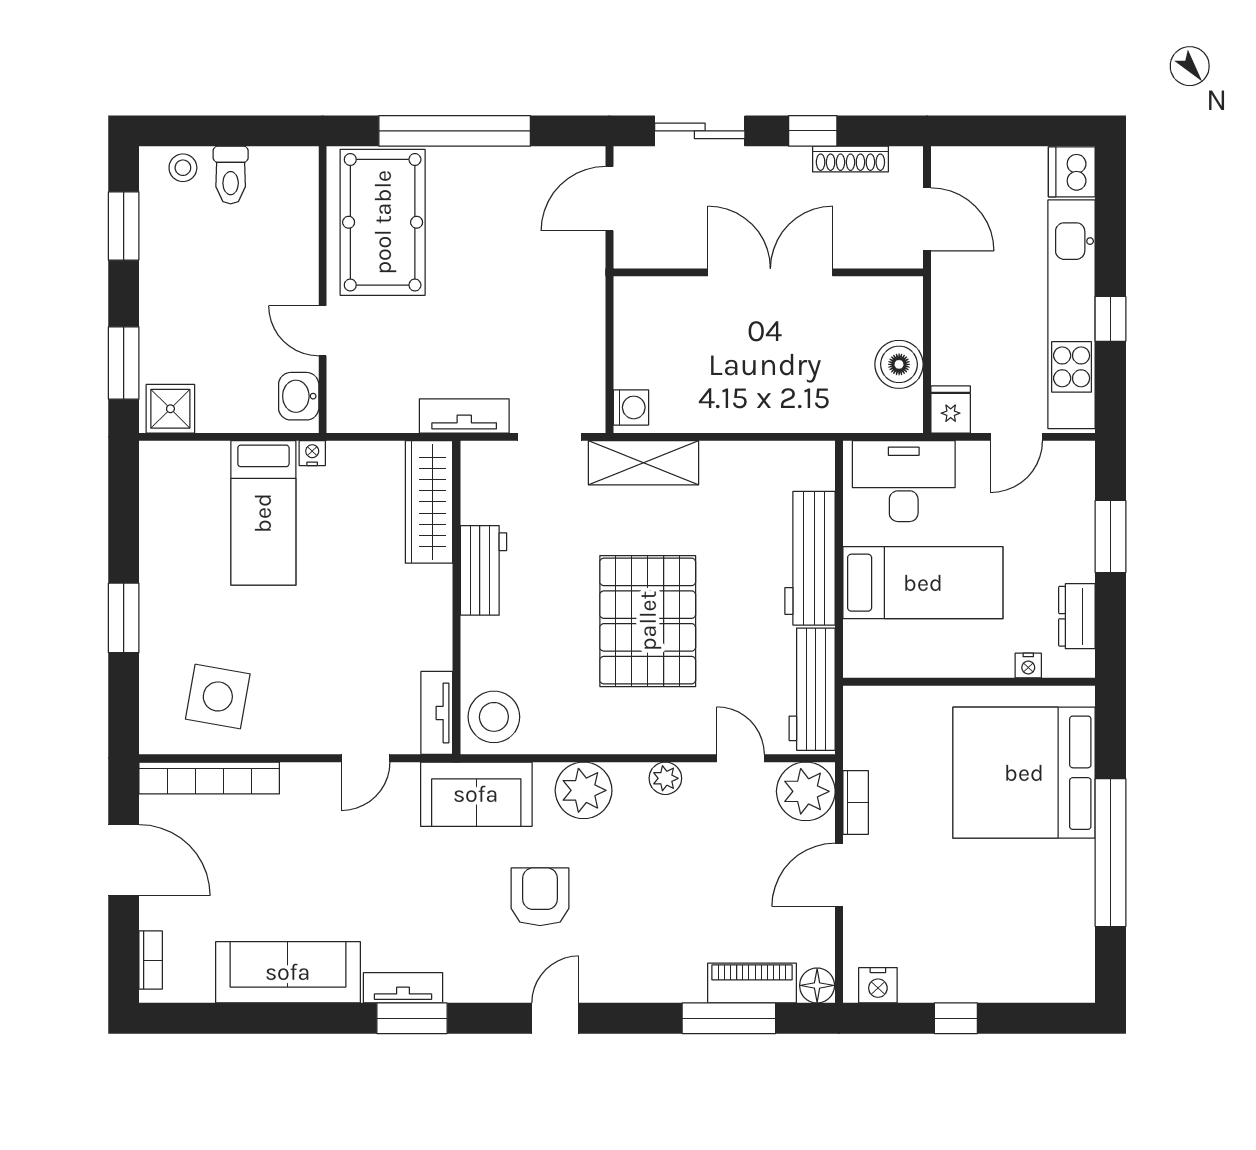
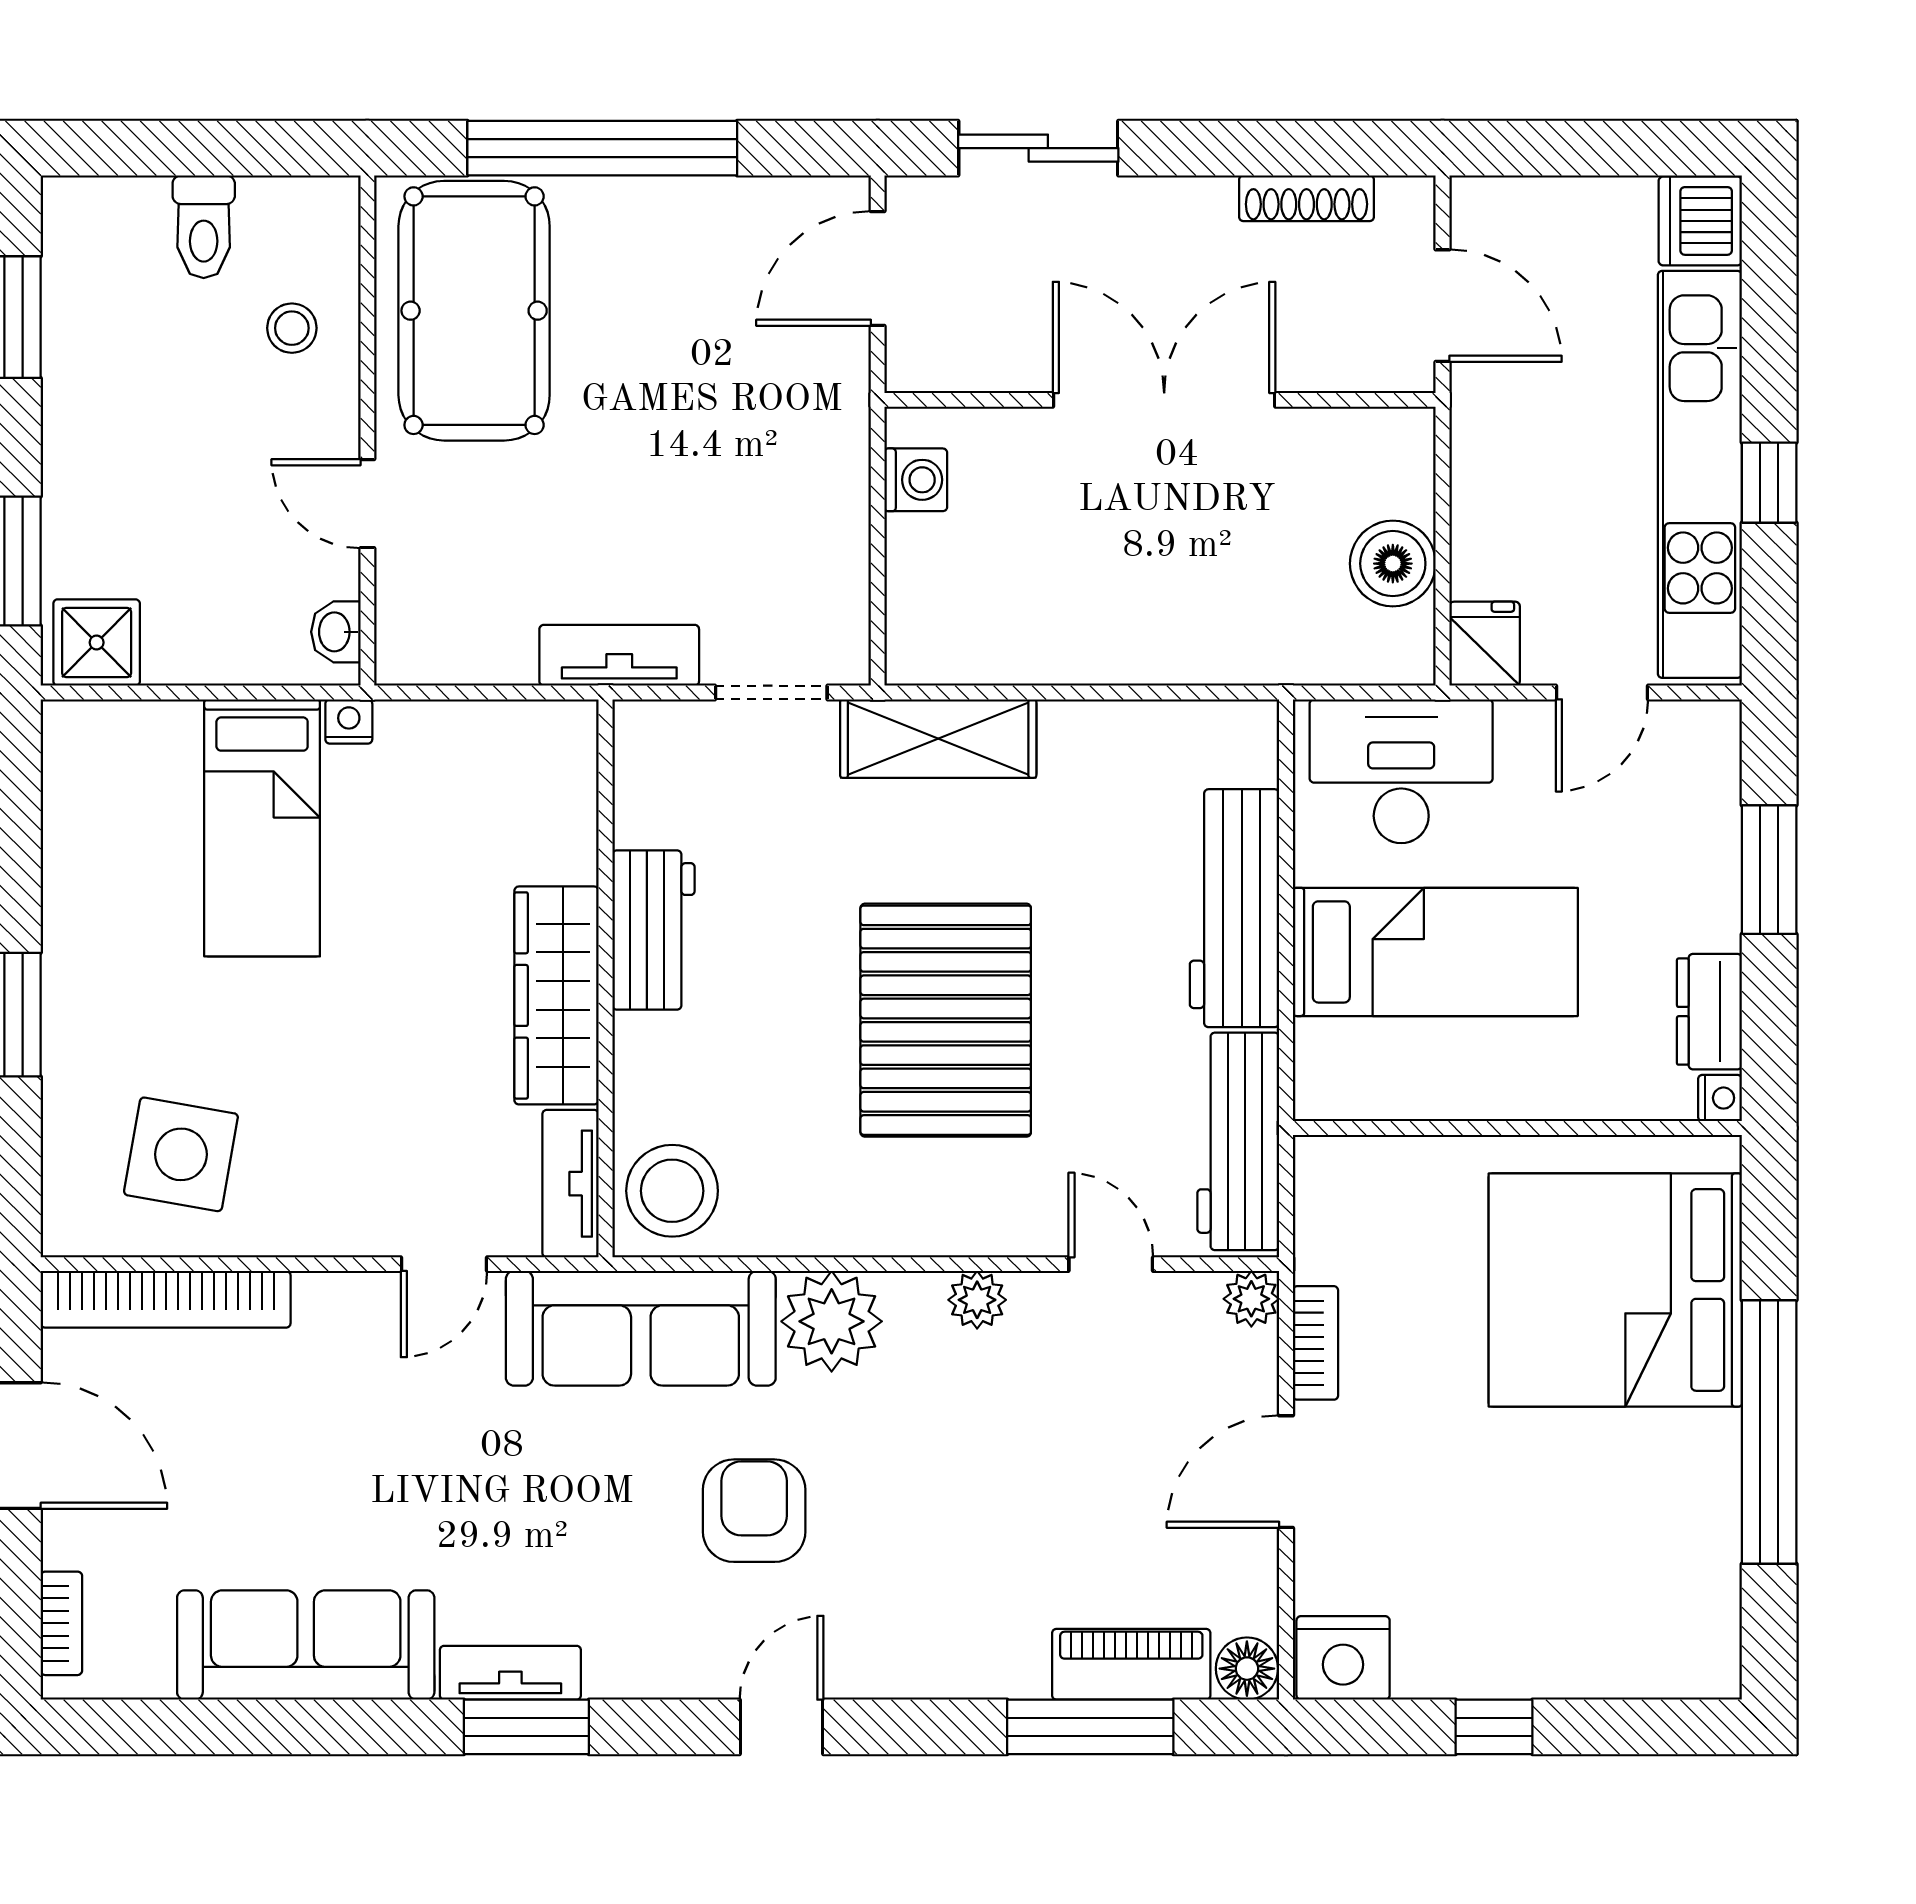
window: (813, 131) -> (1239, 148), removed
stool: (183, 168) -> (292, 328), moved
washbasin: (299, 396) -> (336, 632), width x0.72, depth x0.69
washing machine: (631, 407) -> (916, 480), moved
wardrobe: (429, 502) -> (557, 995), moved
nightstand: (1028, 666) -> (1720, 1098), moved, turned -90
plant: (806, 791) -> (1251, 1299), width x0.53, depth x0.53
sofa: (476, 794) -> (641, 1328), width x1.36
nightstand: (878, 985) -> (1343, 1658), width x1.36, depth x1.33

